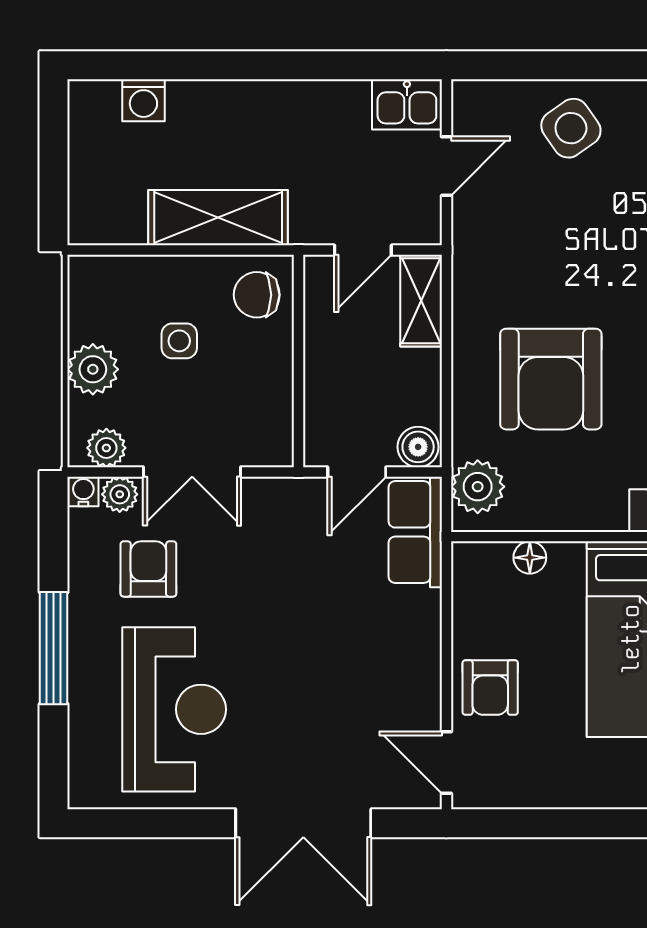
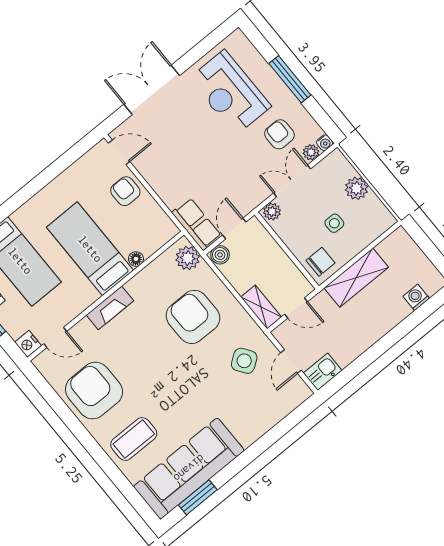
side table: (571, 128) -> (244, 361), moved
door: (363, 250) -> (296, 308), swing flipped
plant: (106, 448) -> (272, 212), moved
floor lamp: (530, 558) -> (136, 259), moved
armchair: (148, 569) -> (279, 134), turned 180

